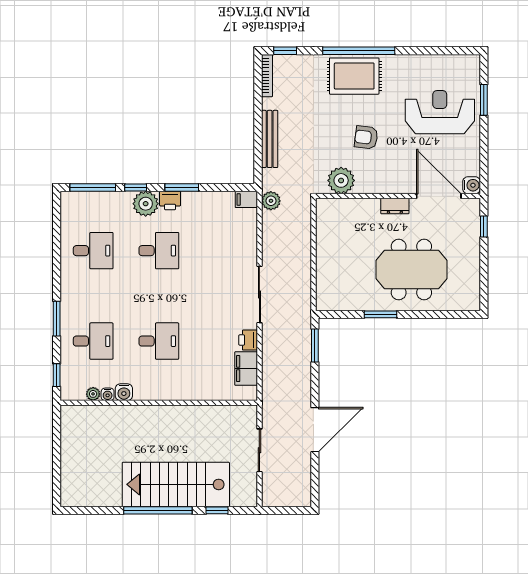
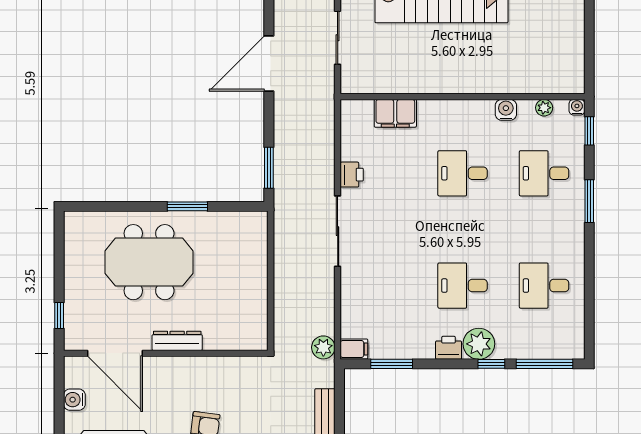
plant: (341, 180) -> (236, 373), removed
water cooler: (472, 185) -> (74, 400), moved
window: (182, 187) -> (392, 364), moved
dresser: (395, 206) -> (177, 341), width x1.44
filing cabinet: (246, 369) -> (395, 113), moved, turned 90
water cooler: (108, 394) -> (577, 107), moved

